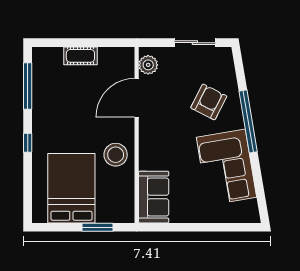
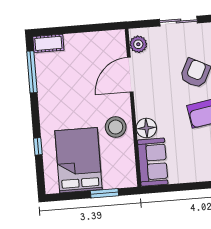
cot: (80, 56) -> (48, 43), moved
window: (28, 143) -> (38, 146), moved
floor lamp: (150, 159) -> (146, 128), added

